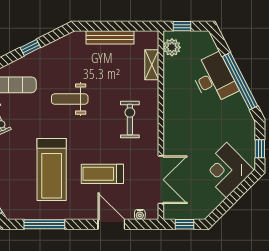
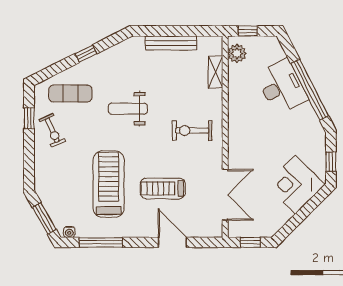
exercise bike: (130, 120) -> (192, 131), turned -90
treadmill: (52, 170) -> (109, 184), turned 180
water cooler: (140, 215) -> (69, 232), moved

